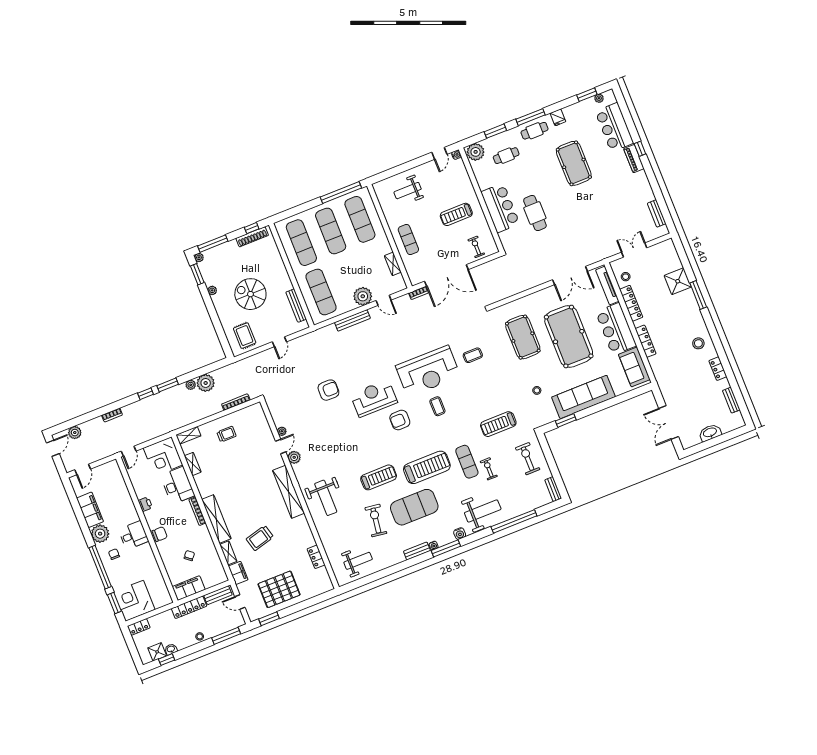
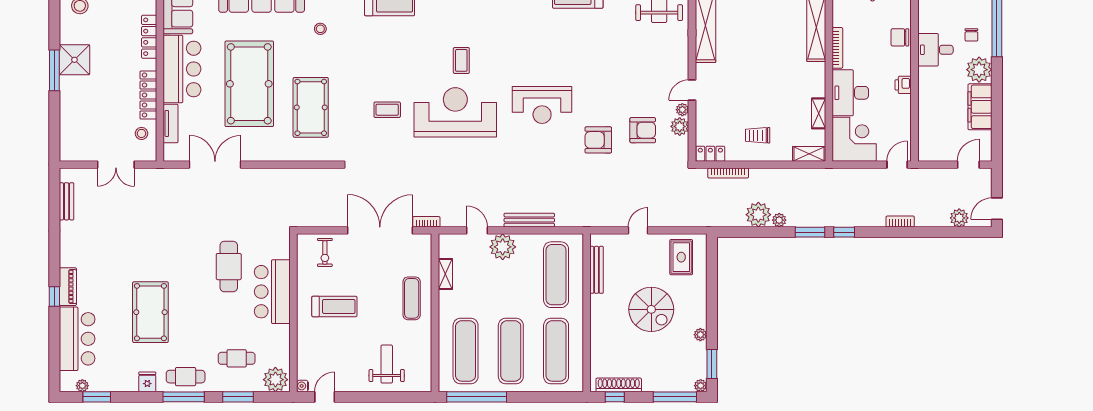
weight bench: (408, 191) -> (387, 364), turned -90
shower: (678, 281) -> (74, 60), moved
tv unit: (607, 285) -> (171, 123), width x0.71
locker: (252, 410) -> (710, 154), added
armchair: (400, 420) -> (643, 130), moved
plant: (294, 457) -> (680, 126), moved

